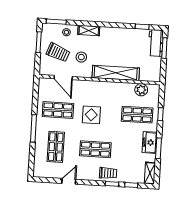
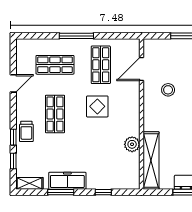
trolley: (58, 52) -> (172, 61), removed
shelving: (116, 73) -> (151, 160), moved
plant: (141, 90) -> (132, 144), moved
shop shelf: (137, 115) -> (101, 163), removed
freezer: (150, 142) -> (67, 181), width x1.40
door: (69, 181) -> (13, 83), hinge flipped

